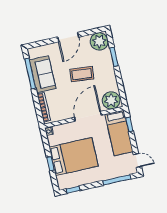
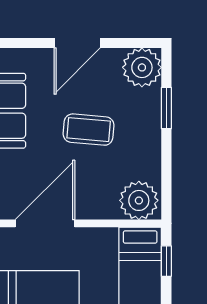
door: (88, 116) -> (45, 223), moved

